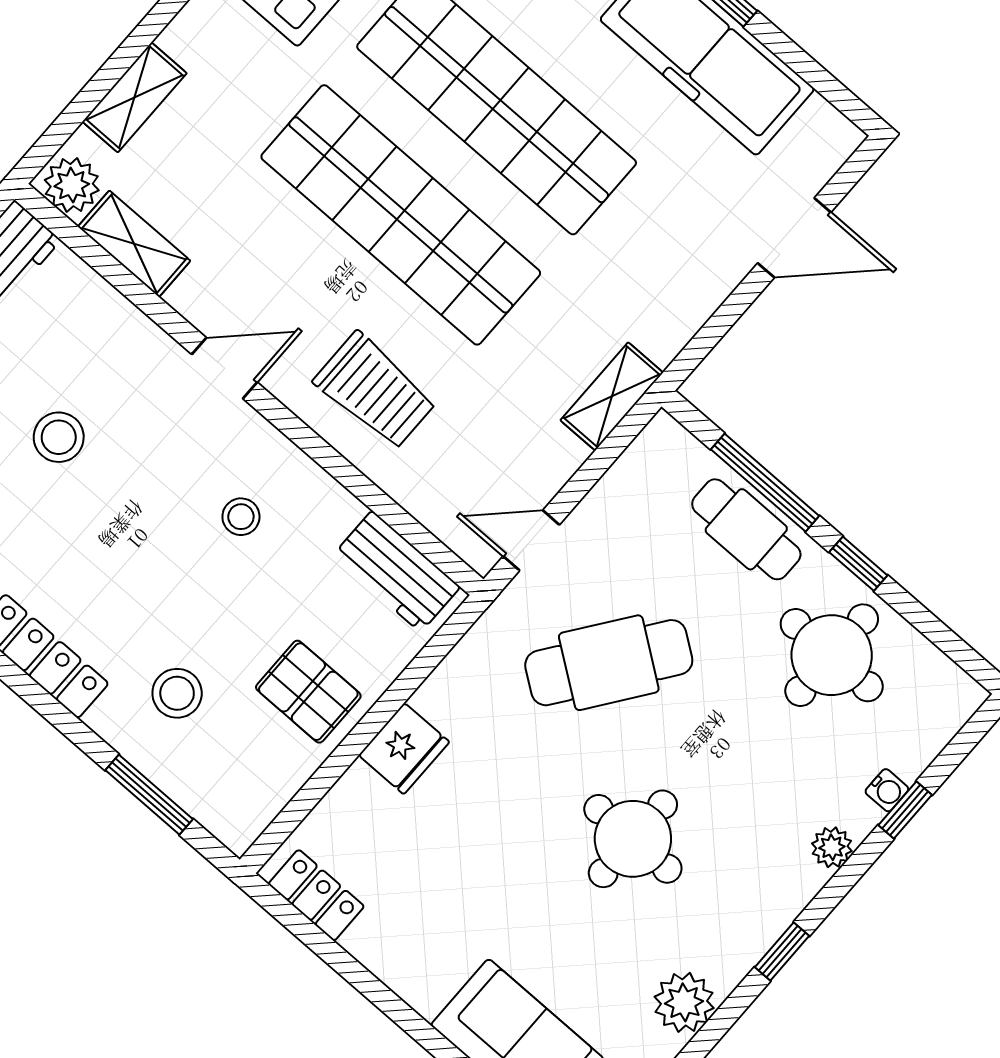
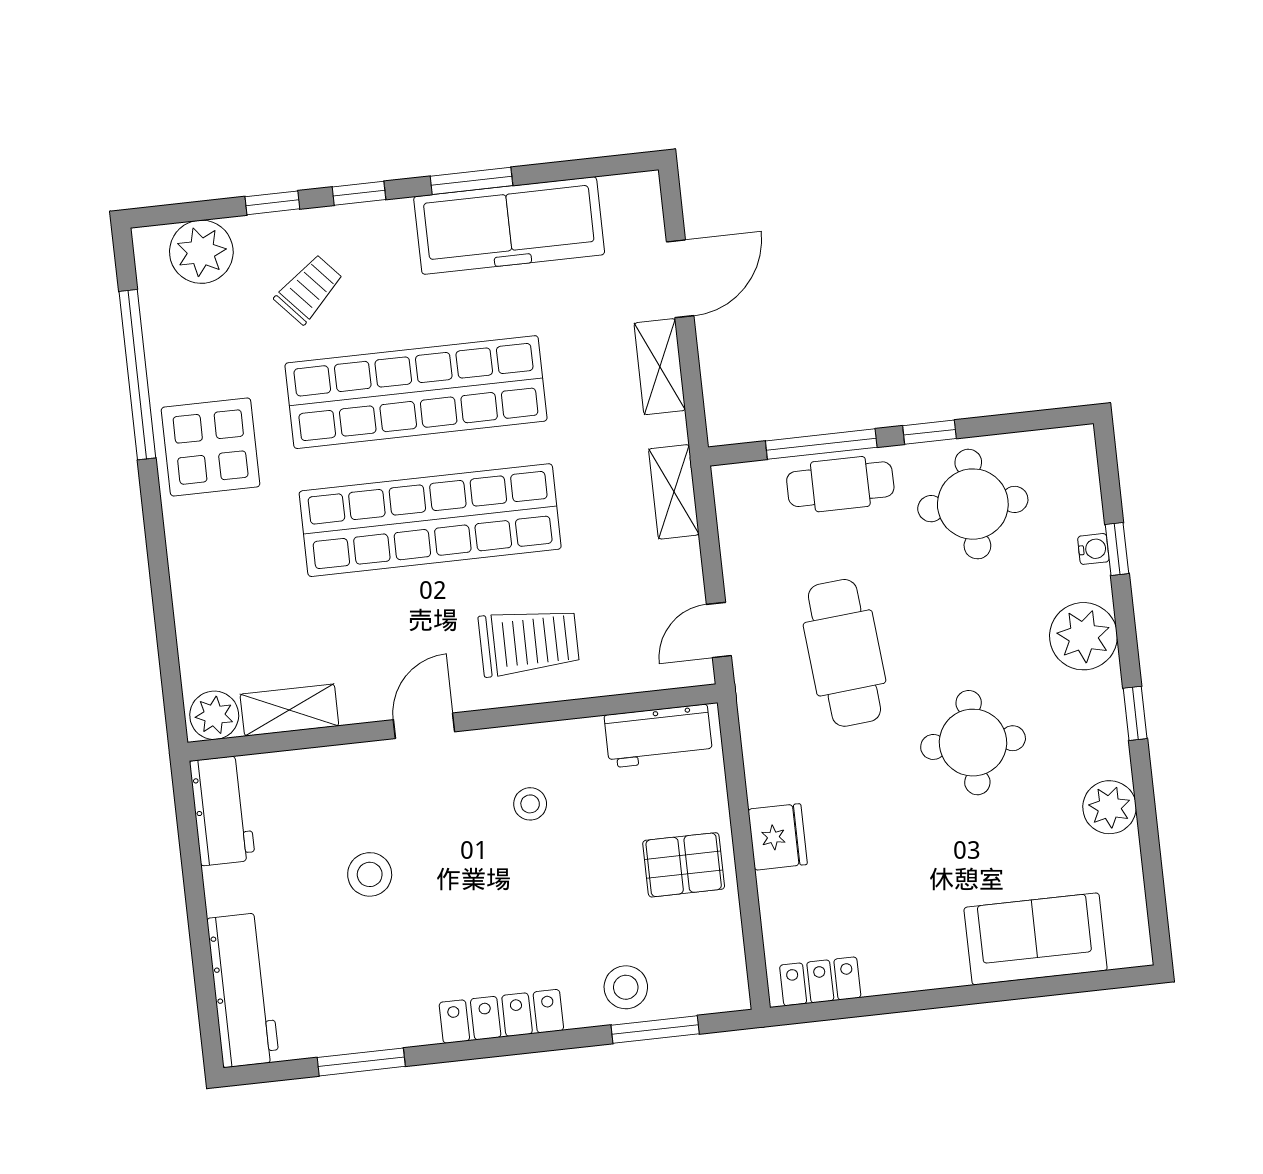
shelving: (135, 97) -> (660, 367), moved
cafe table: (609, 663) -> (844, 653), turned -41
stool: (177, 693) -> (626, 987), moved
plant: (832, 847) -> (1083, 636), width x1.88, depth x1.88

